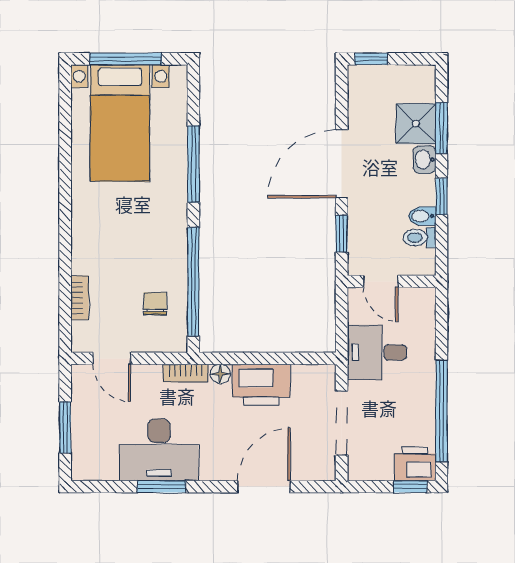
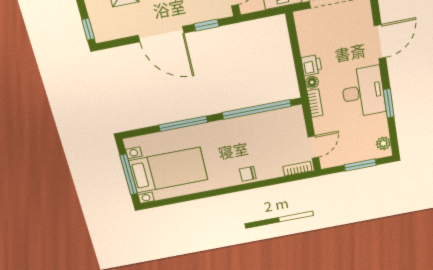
bookcase: (80, 298) -> (297, 169), moved
chair: (155, 304) -> (248, 174), moved
printer: (261, 385) -> (311, 65), width x0.53, depth x0.68
desk: (159, 450) -> (363, 92), moved
plant: (95, 469) -> (383, 143), added
door: (264, 487) -> (380, 42), swing flipped

